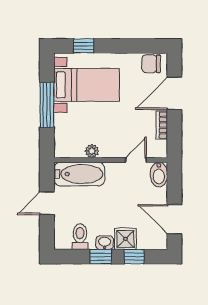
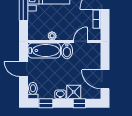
bidet: (159, 174) -> (67, 51), moved
door: (47, 203) -> (23, 69), hinge flipped
toilet: (80, 237) -> (33, 91), moved
window: (101, 257) -> (46, 103), moved

